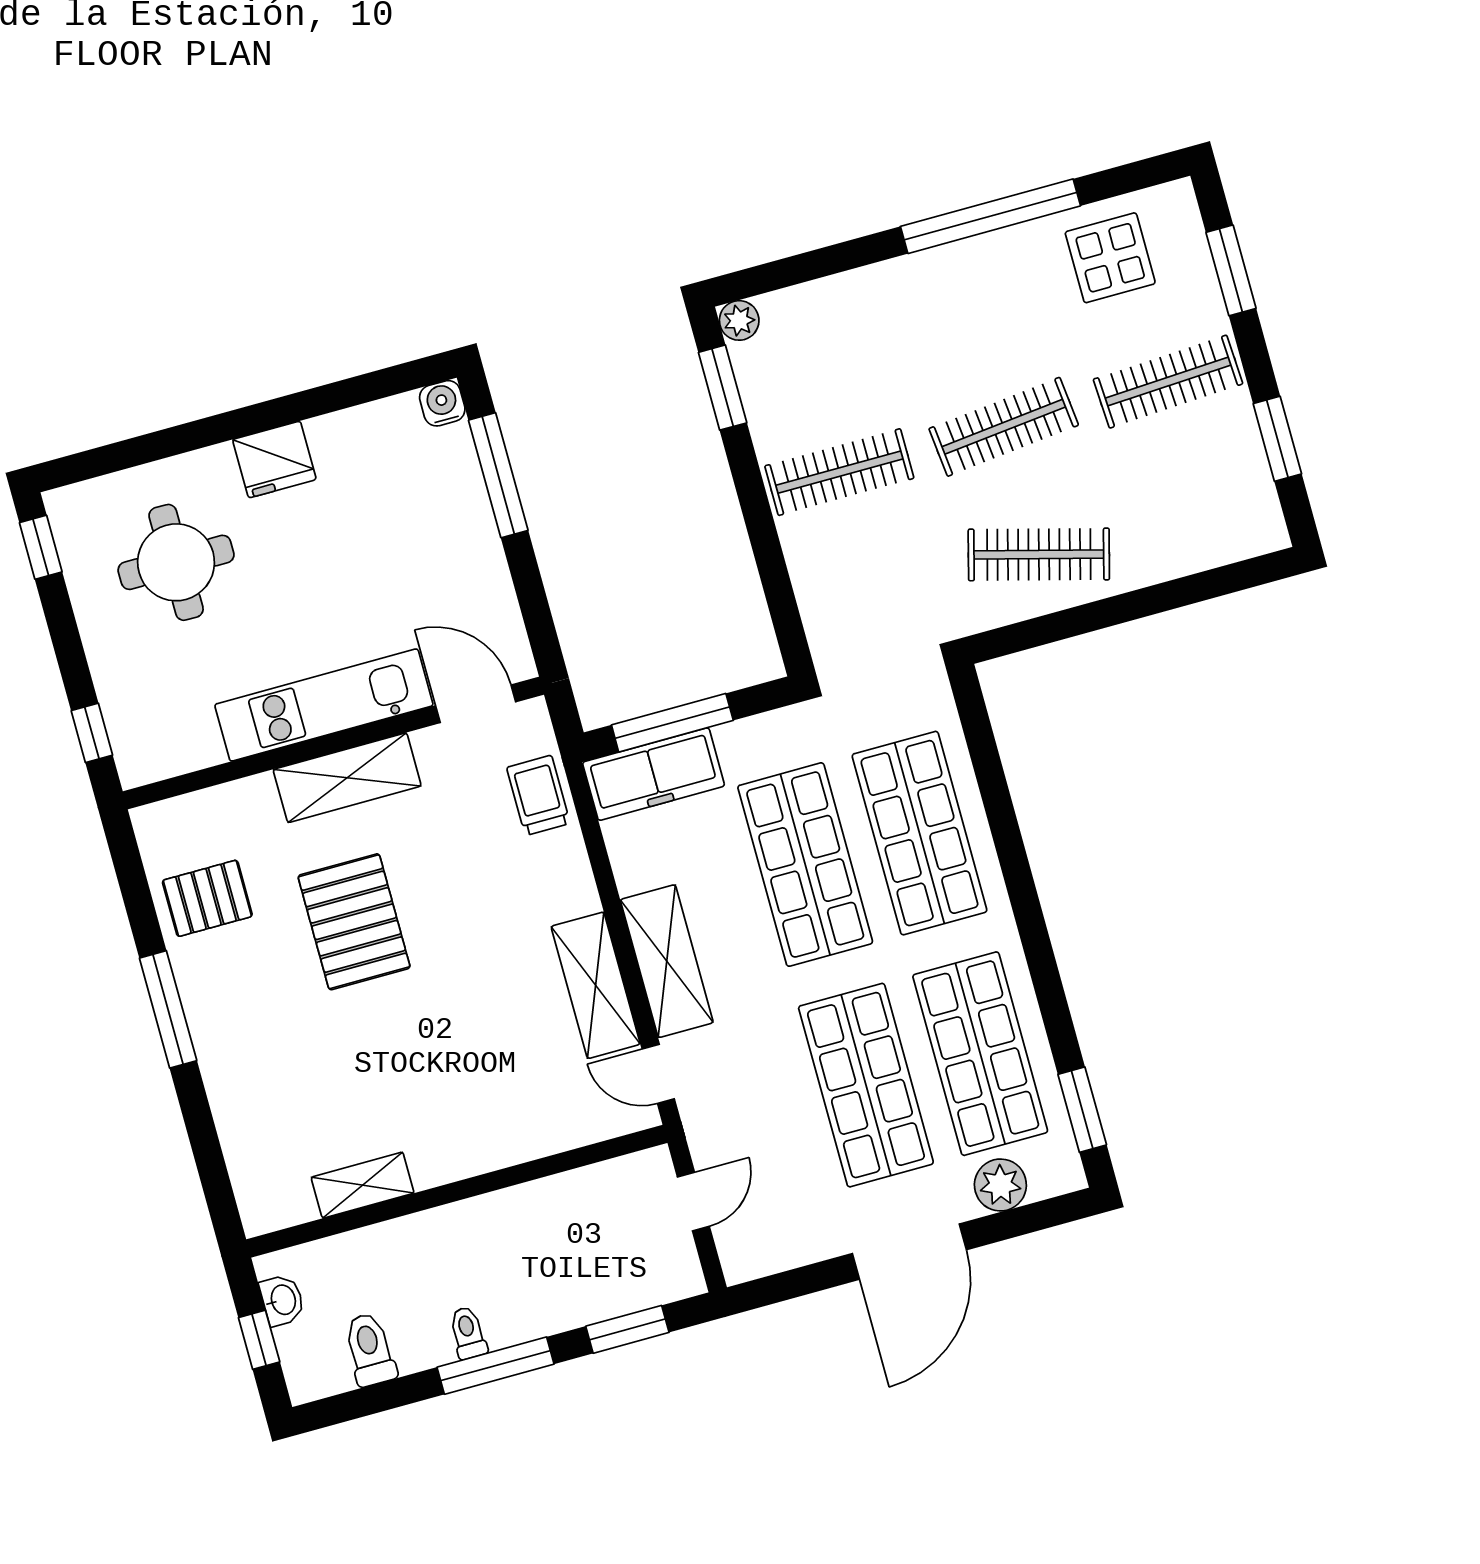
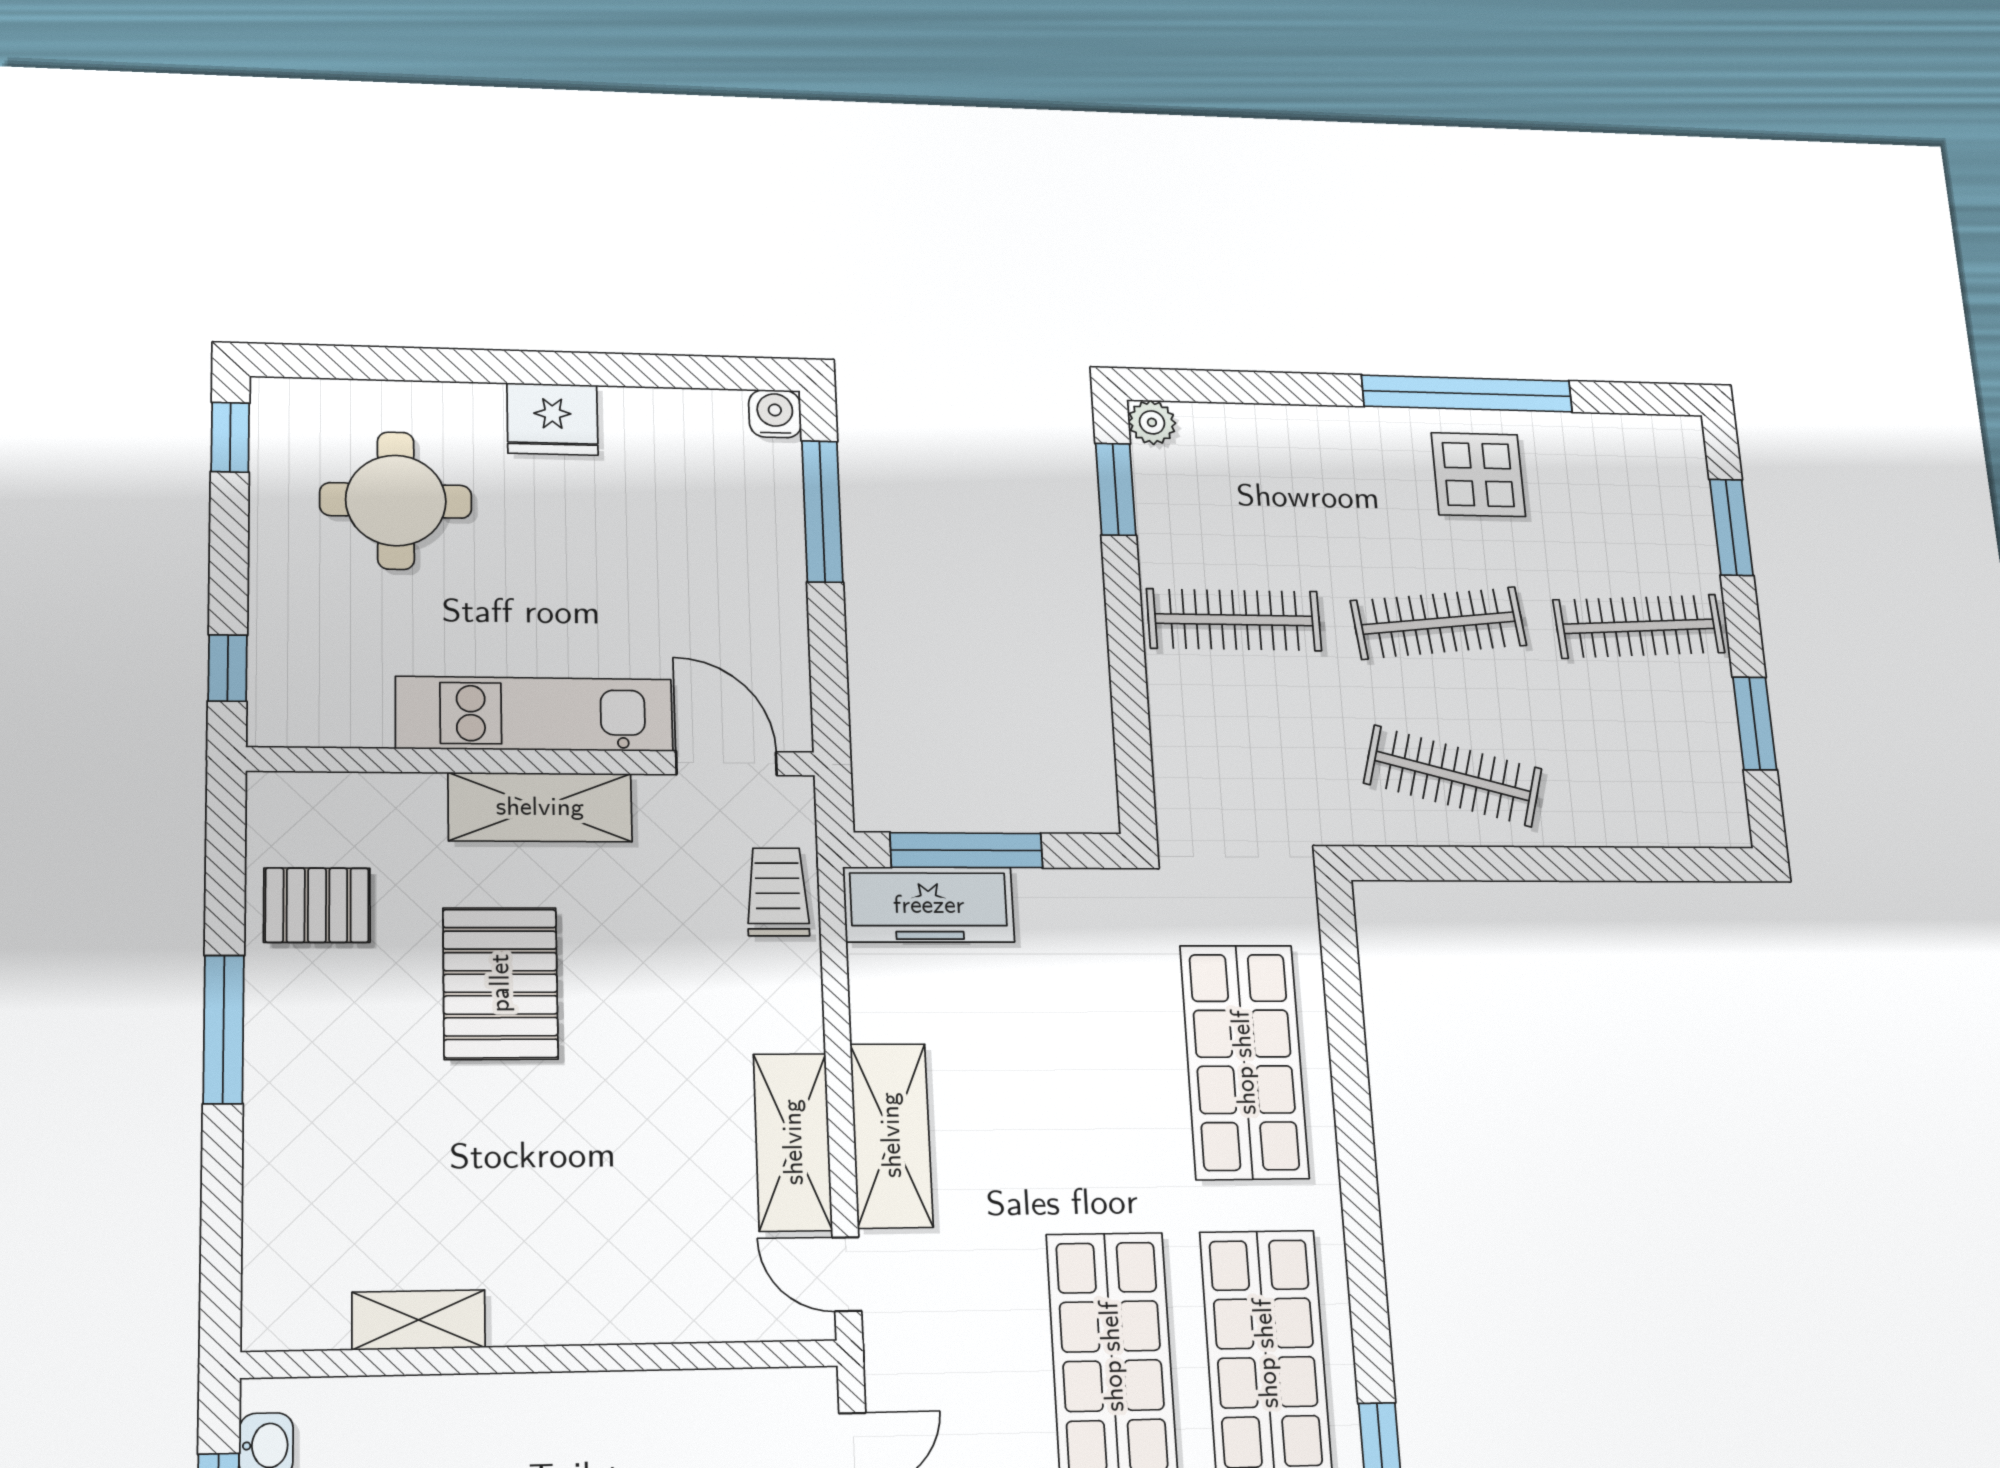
display table: (1110, 258) -> (1478, 475), moved
shop shelf: (805, 865) -> (1094, 1062), removed

